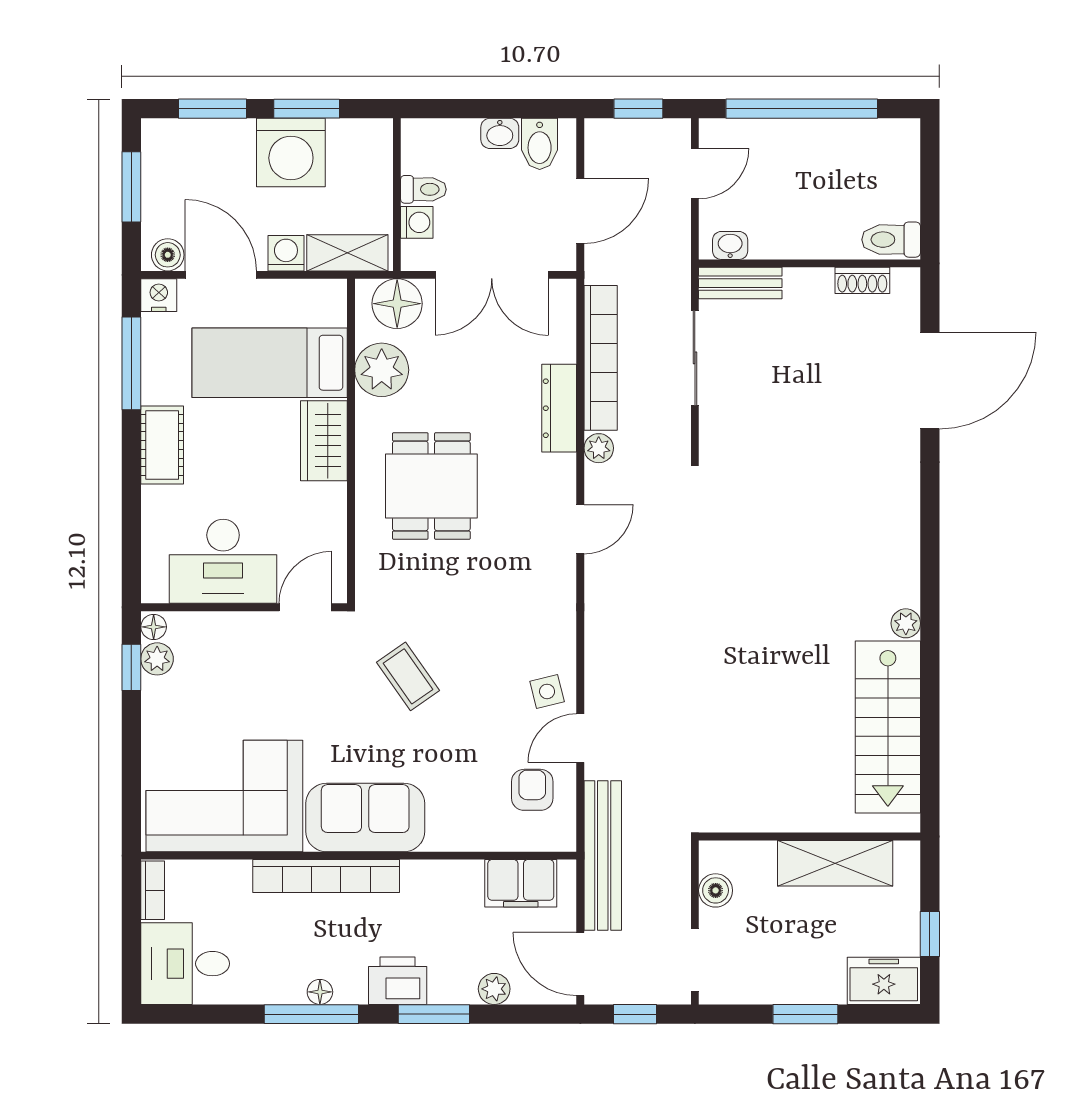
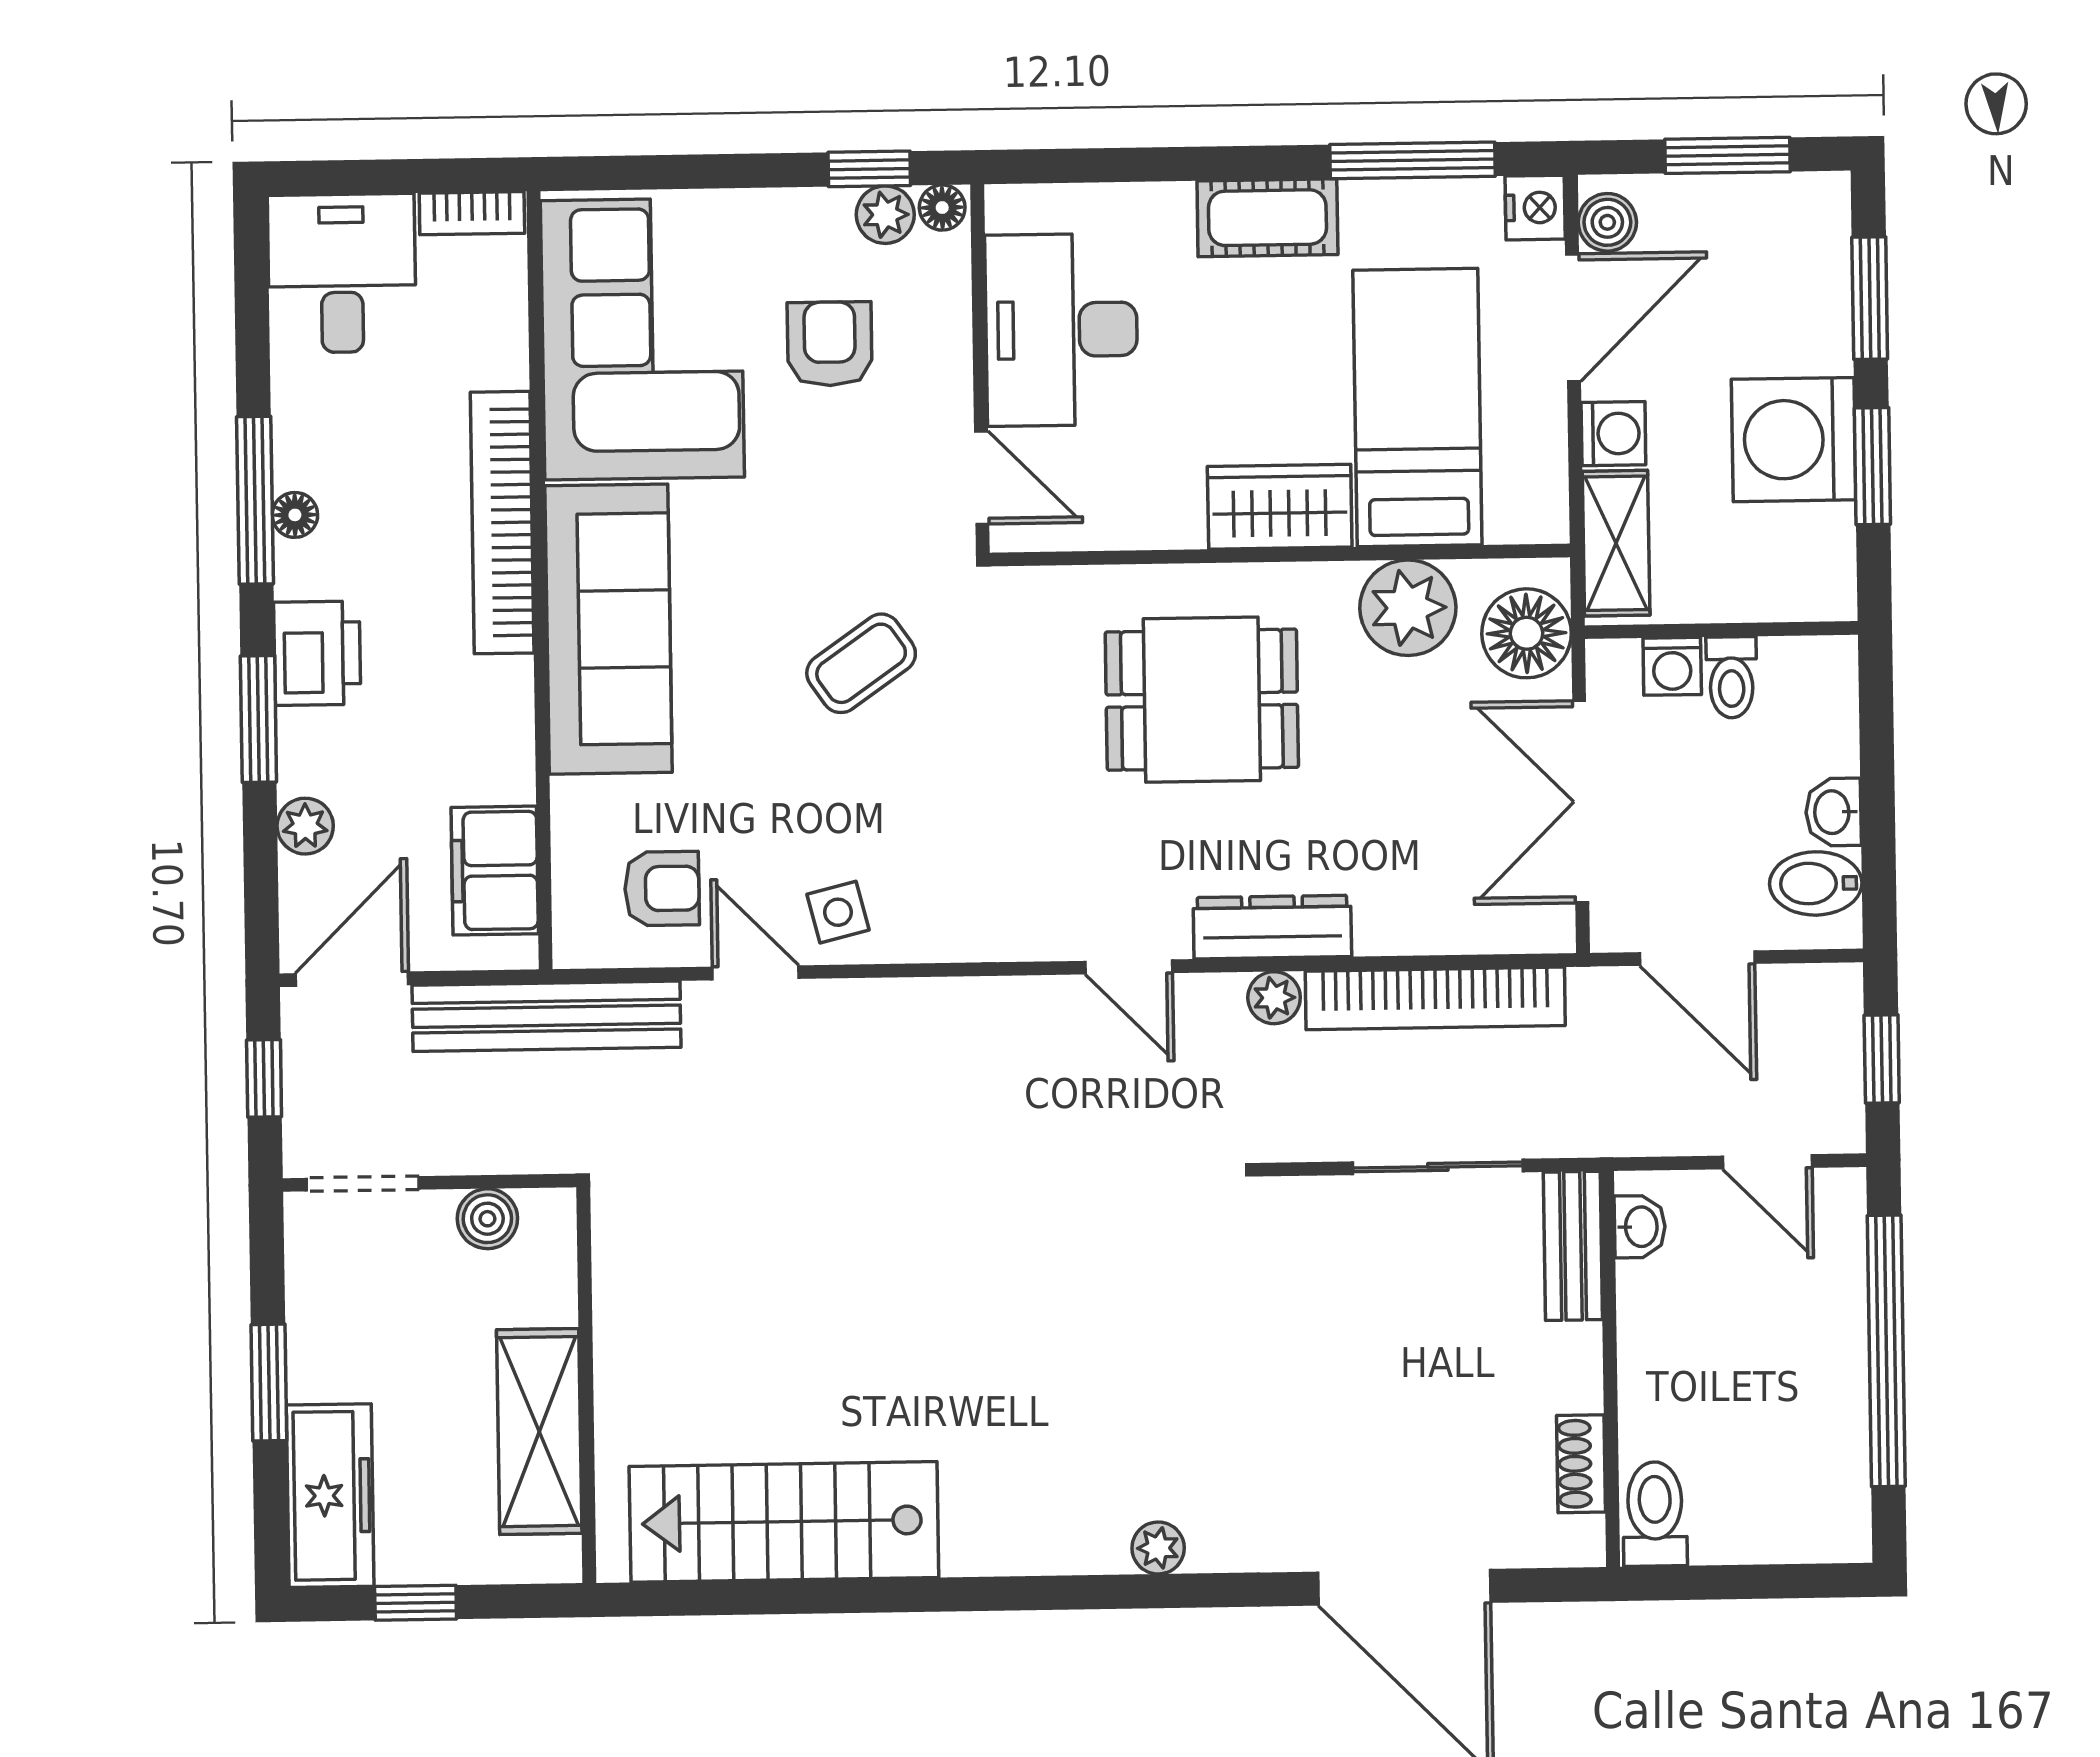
dresser: (559, 408) -> (1272, 927), moved
plant: (906, 623) -> (1158, 1548), moved
armchair: (229, 691) -> (830, 344), added
sofa: (365, 817) -> (609, 629), width x1.36
freezer: (884, 981) -> (330, 1496), width x1.40

